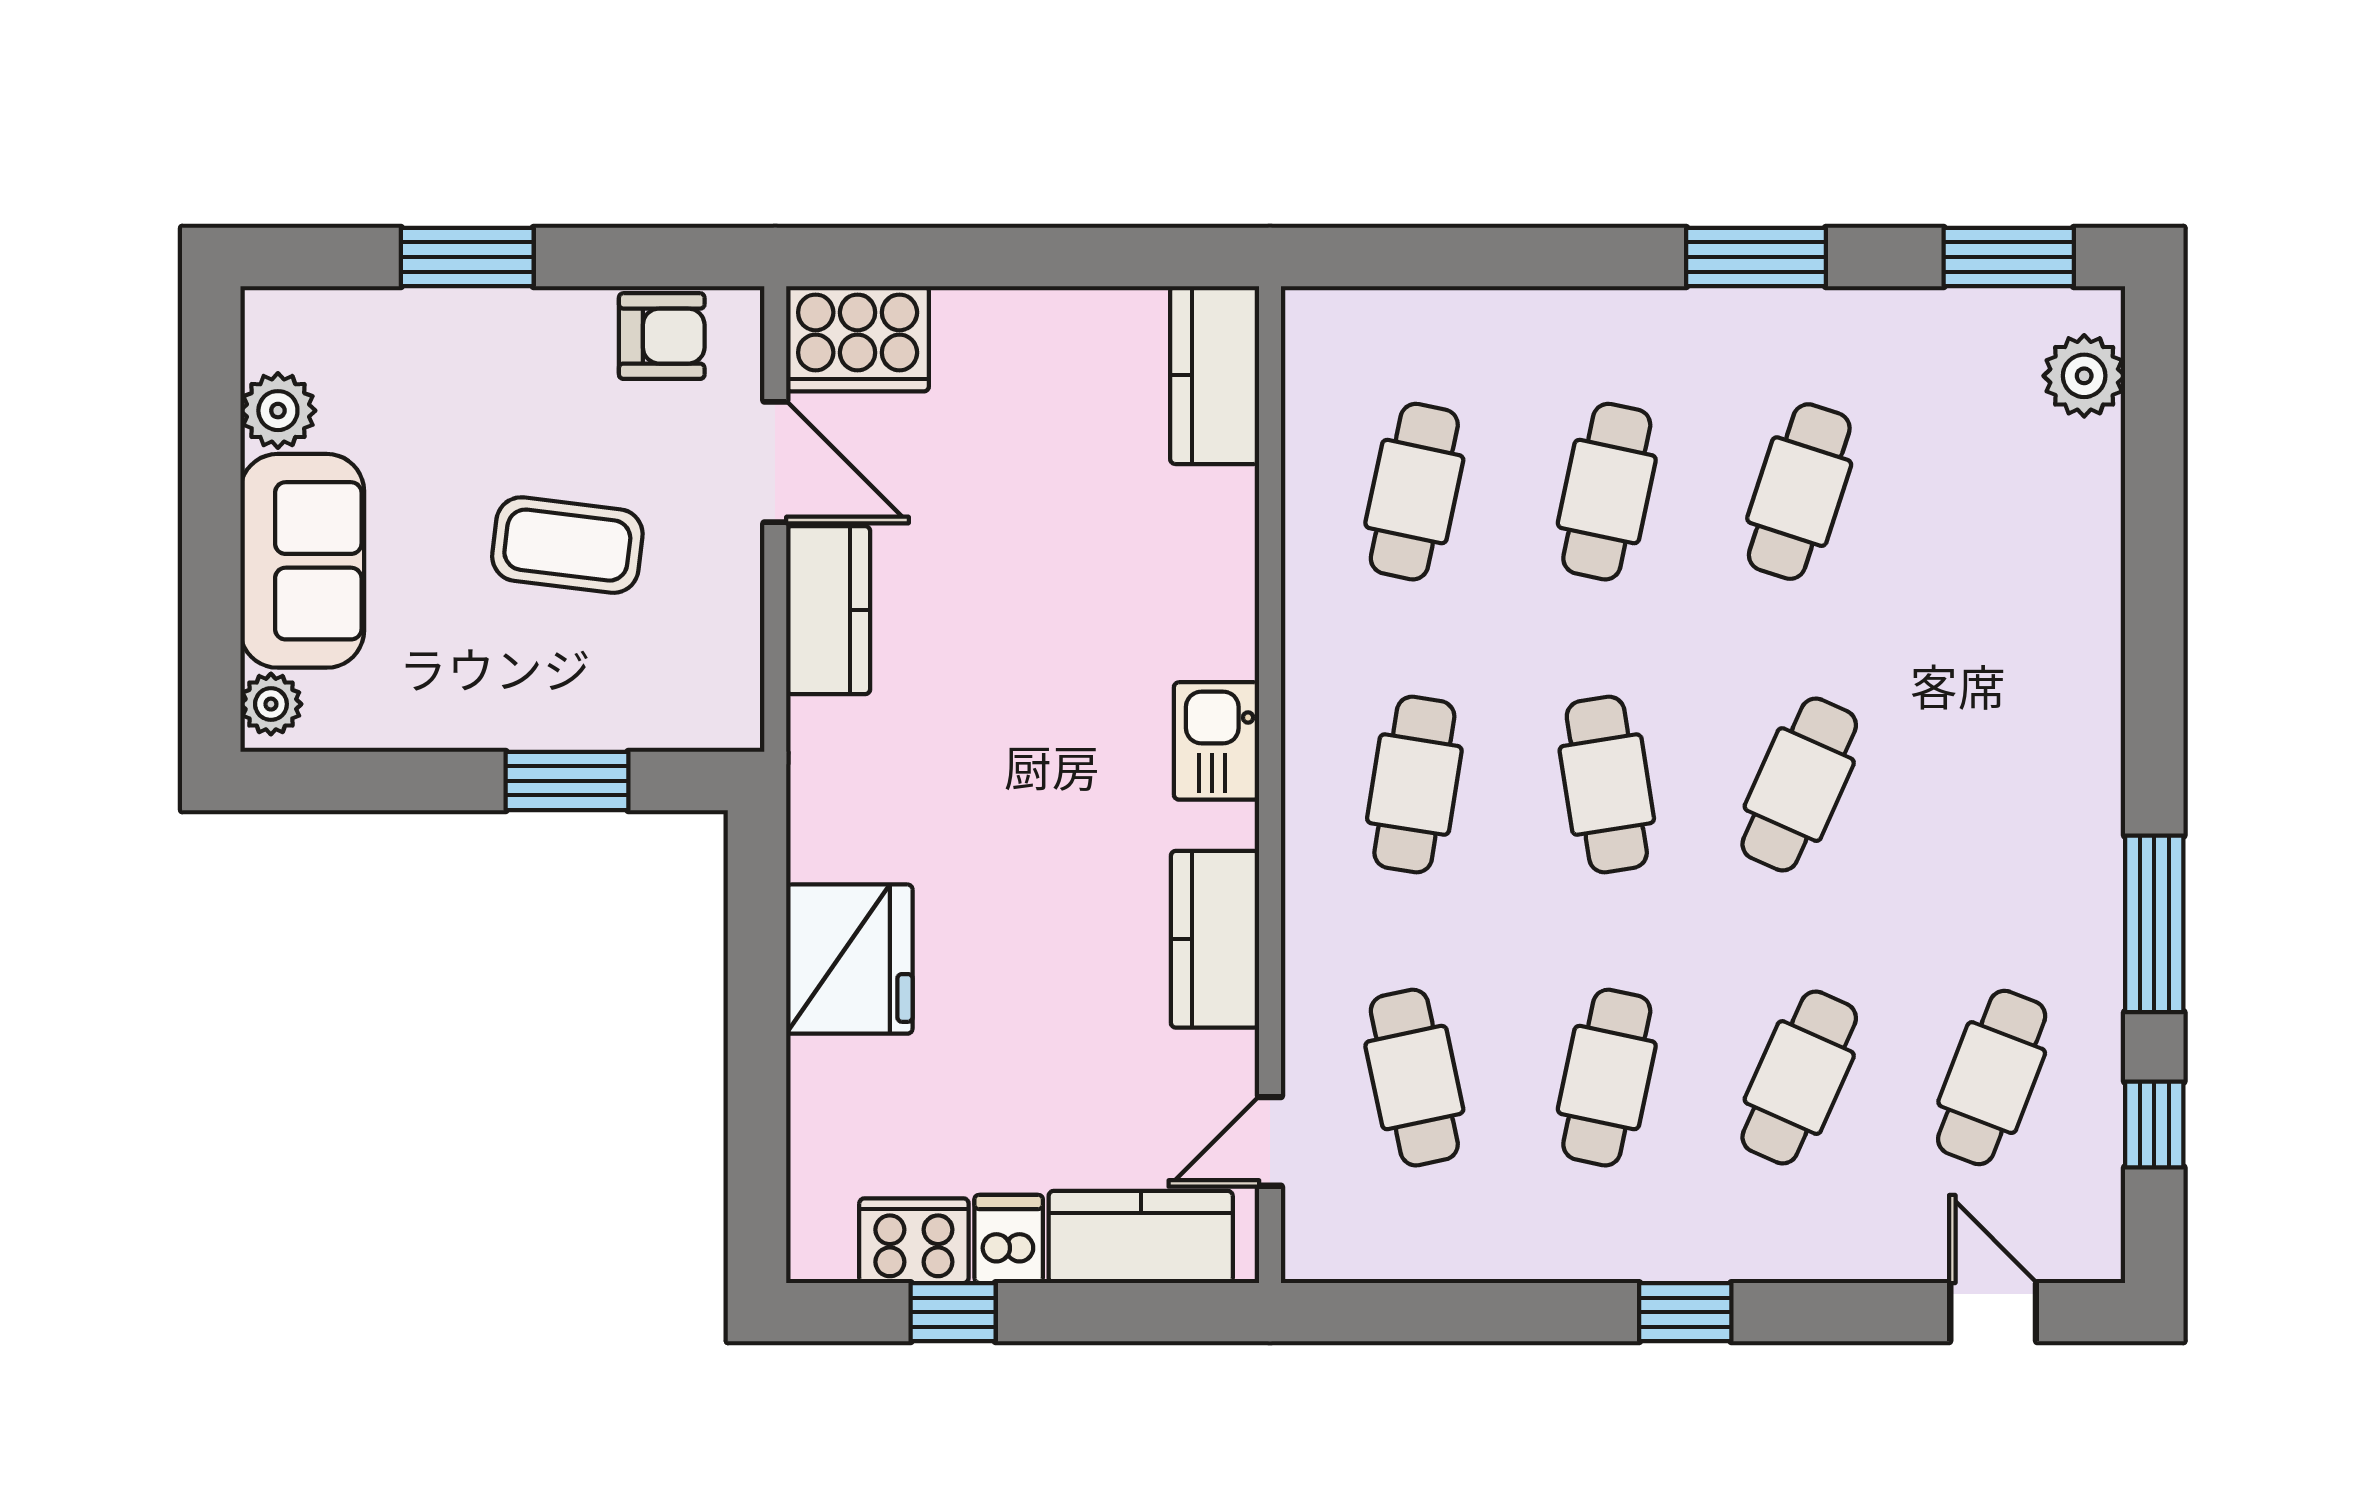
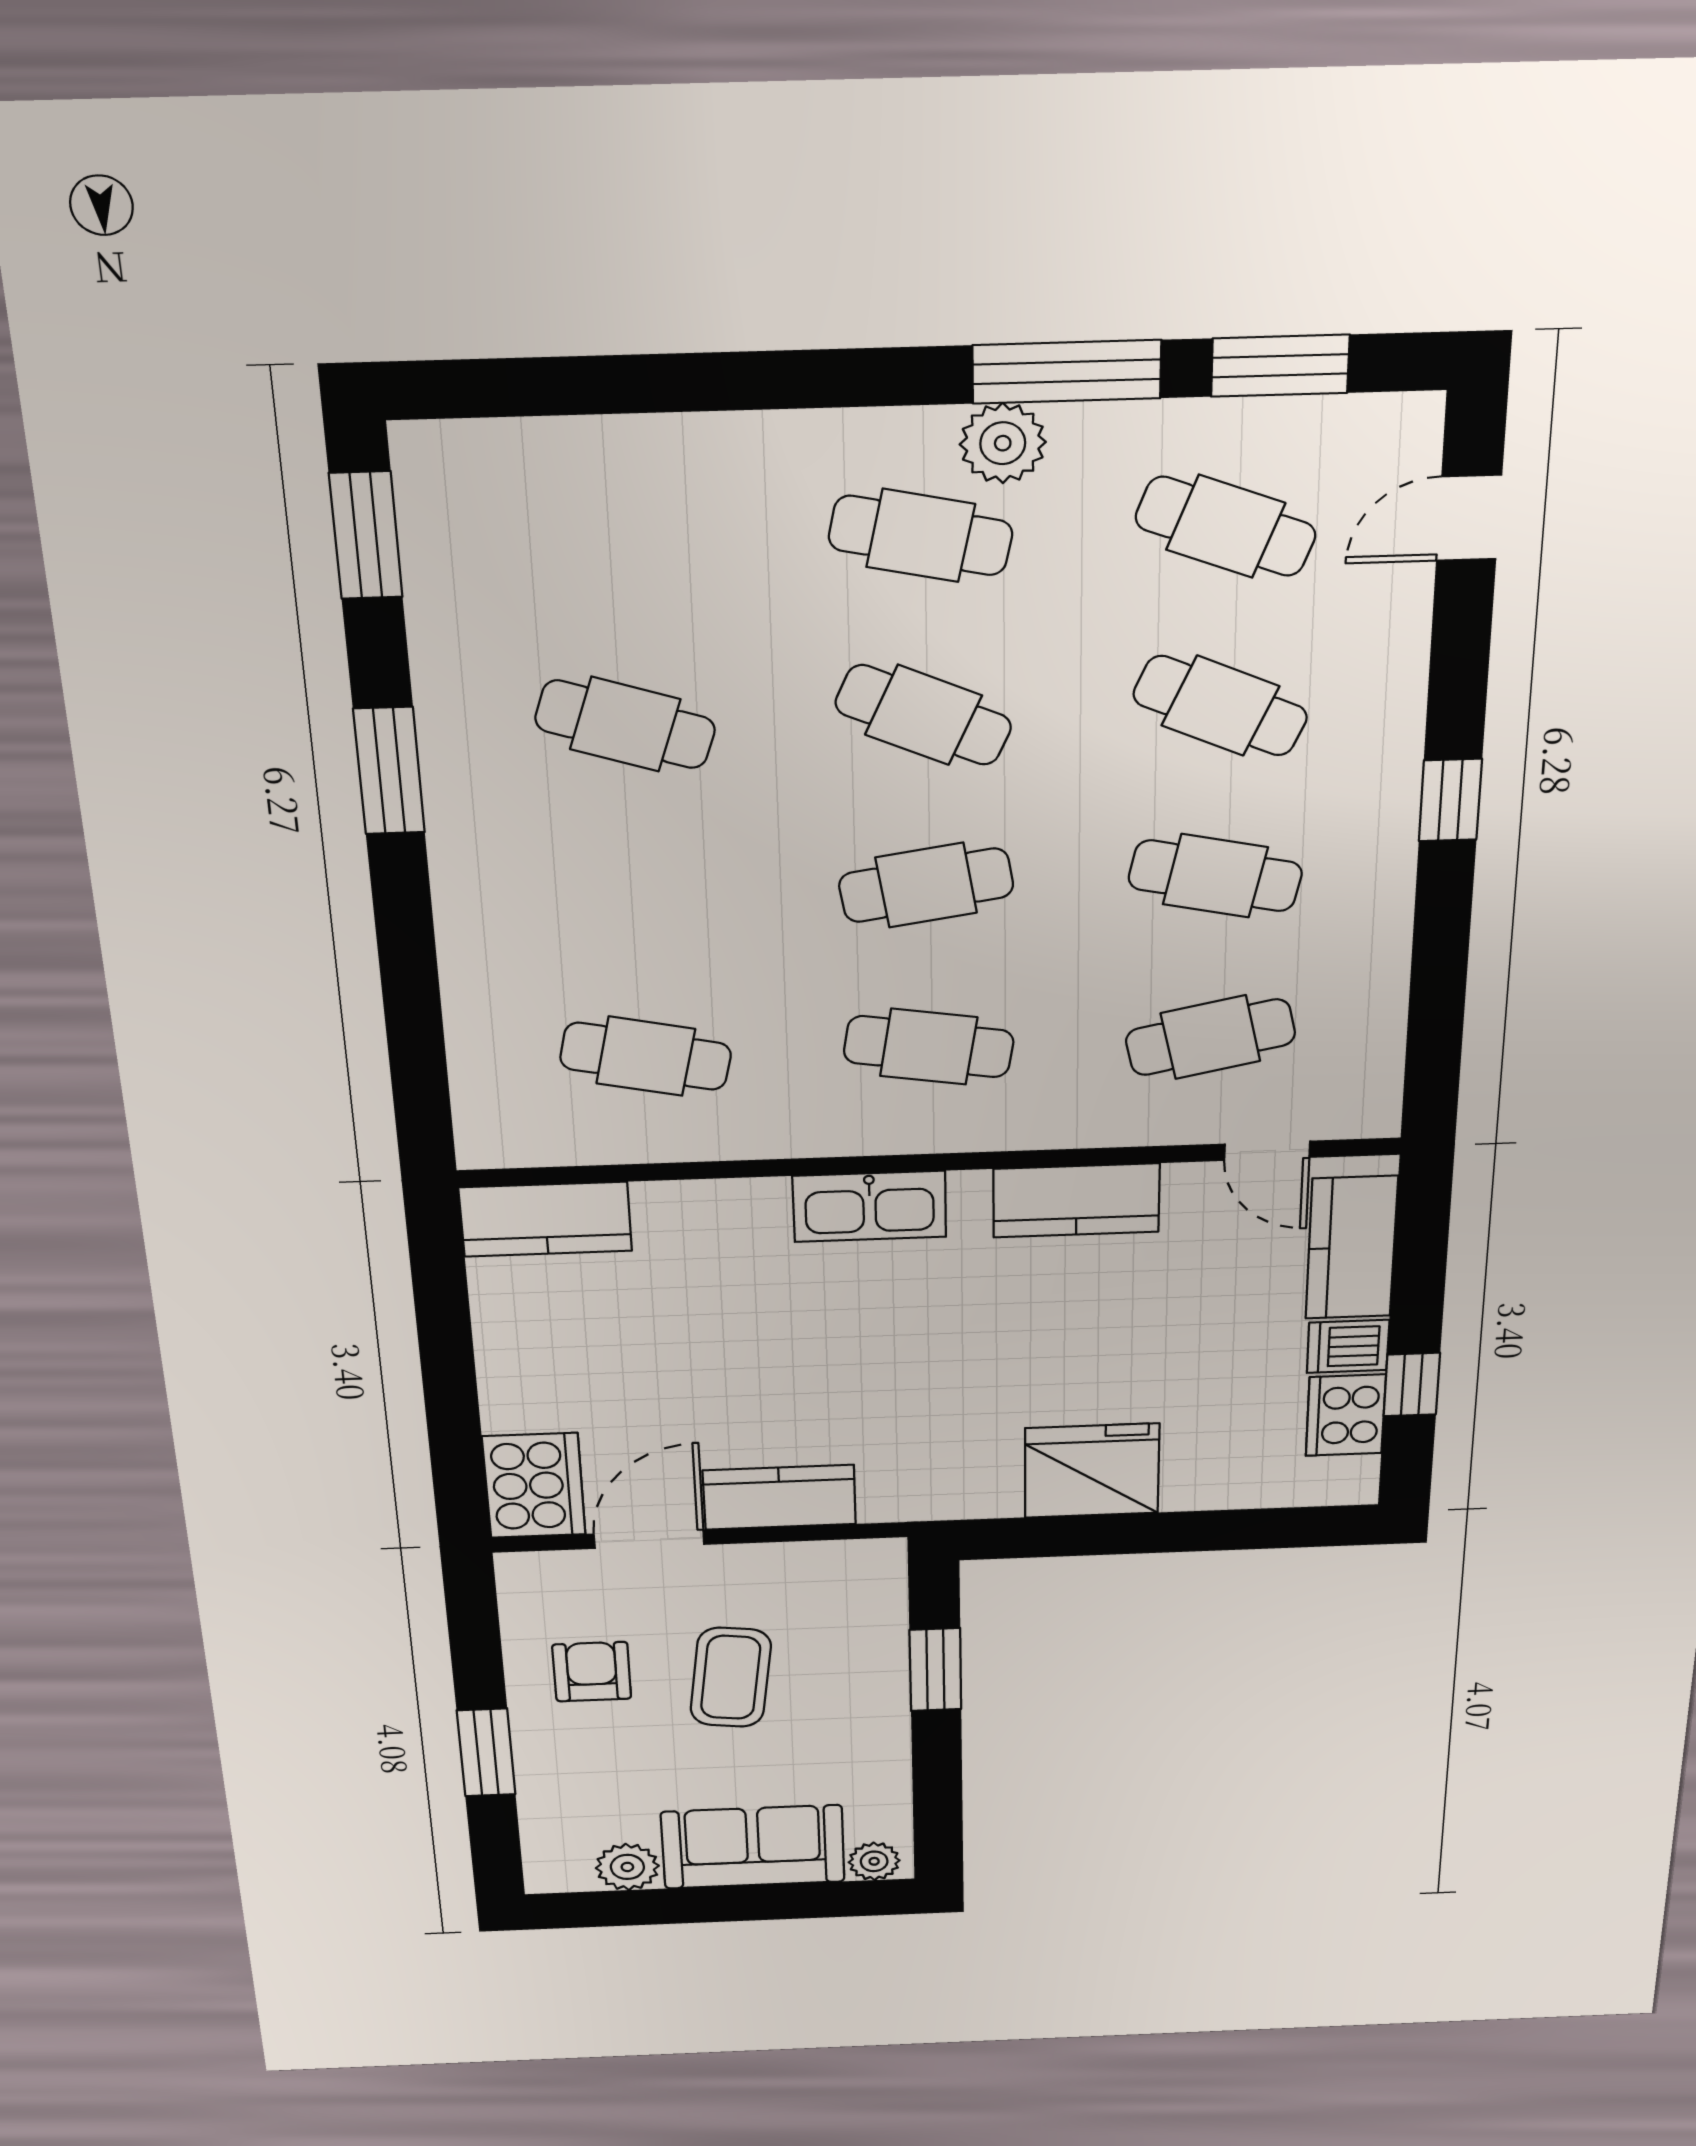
armchair: (662, 336) -> (592, 1672), moved
plant: (2084, 376) -> (1003, 443), moved
cafe table: (1607, 492) -> (921, 535), moved
kitchen sink: (1217, 741) -> (870, 1206), width x1.38
window: (2154, 1124) -> (1280, 366), width x1.50

